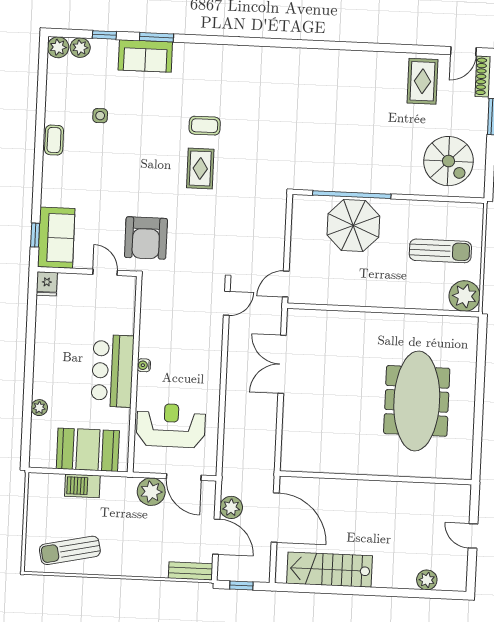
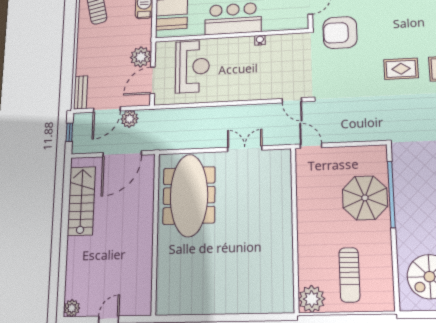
double door: (282, 364) -> (245, 149), width x0.73
water cooler: (144, 365) -> (260, 40), moved
meeting table: (417, 401) -> (189, 195), moved, turned 90
plant: (427, 580) -> (72, 308), moved

